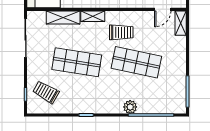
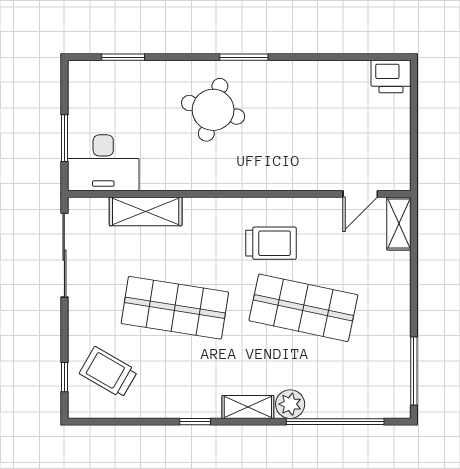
shelving: (93, 16) -> (248, 407), moved

